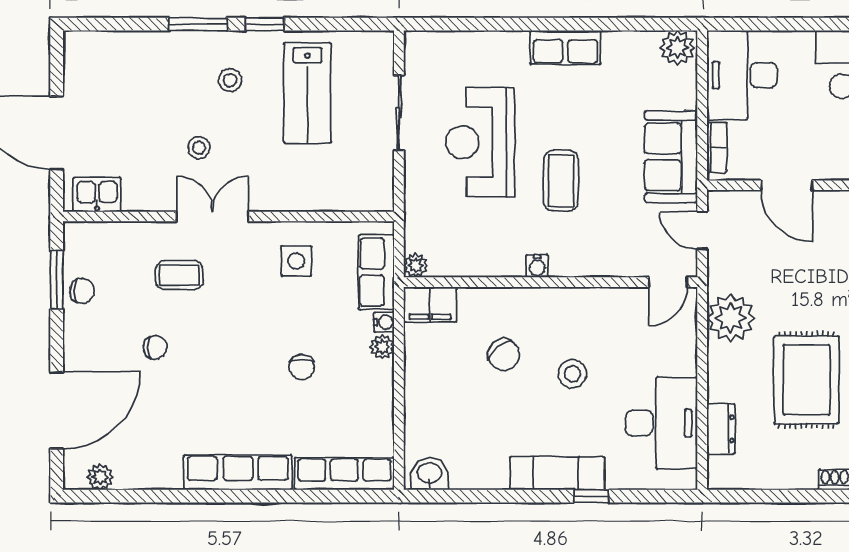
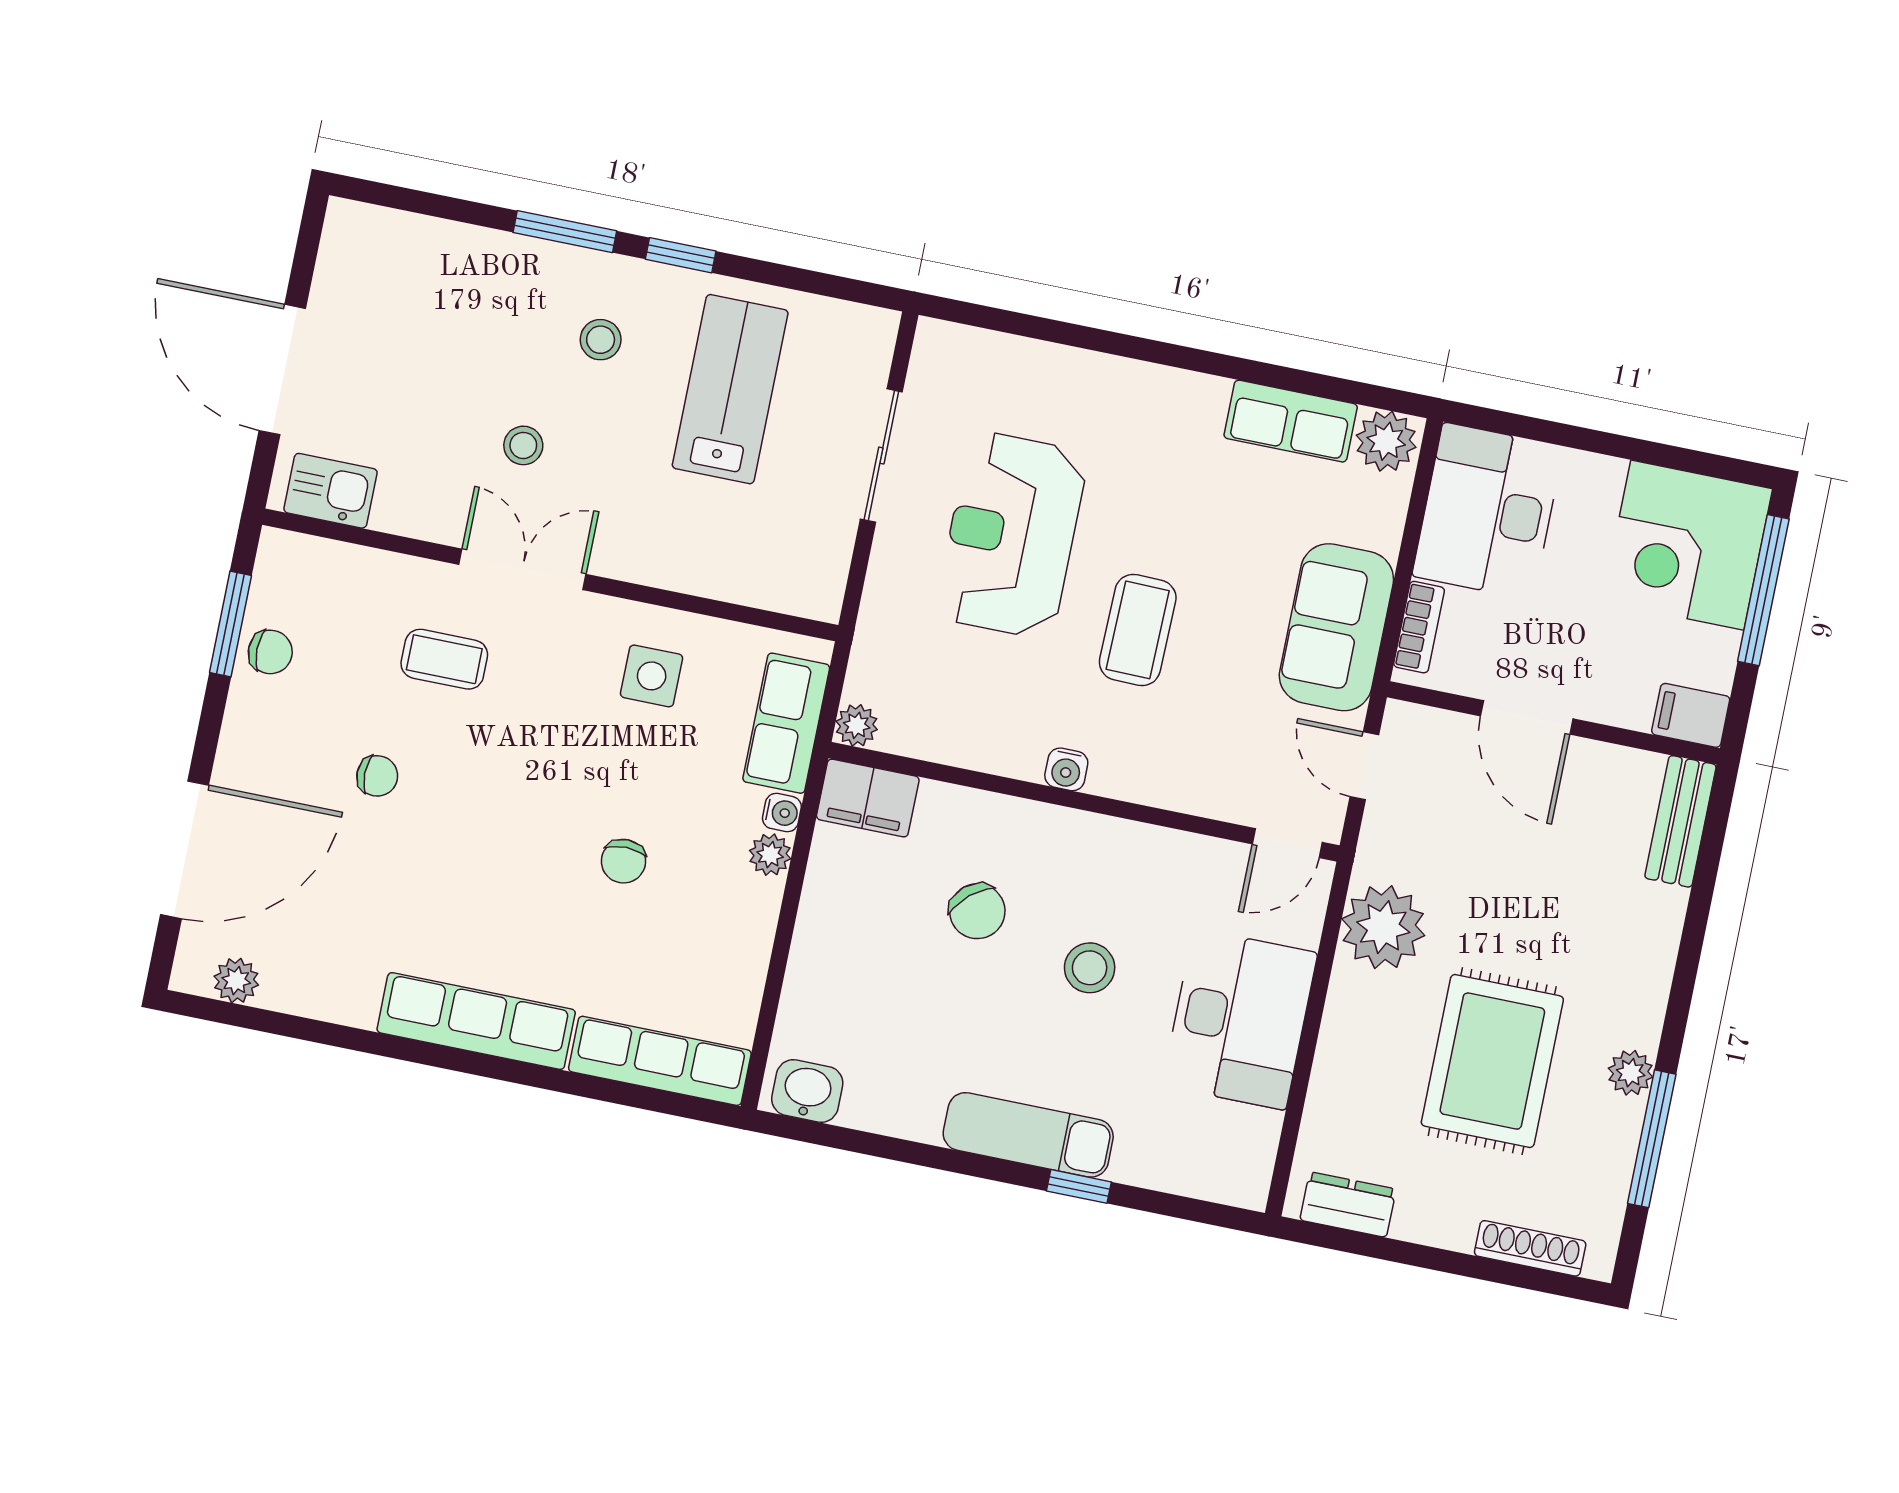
row of seats: (565, 47) -> (1291, 421), moved
lab bench: (307, 93) -> (730, 389), turned 180
desk: (662, 423) -> (1240, 1019), moved
dresser: (721, 429) -> (1348, 1205), moved, turned -90

